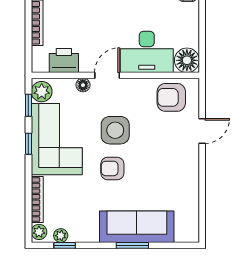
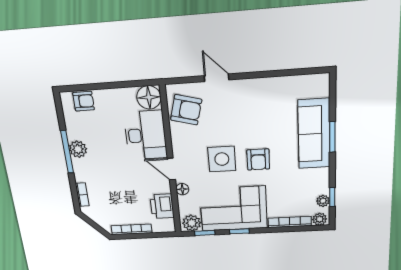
armchair: (171, 97) -> (186, 110), turned -75

